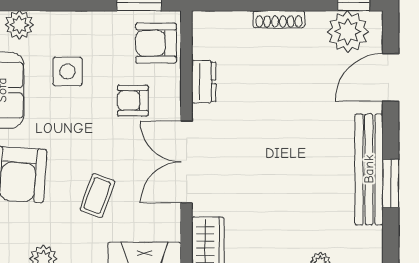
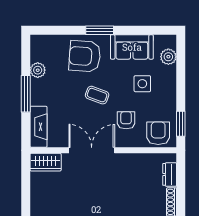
dresser: (204, 82) -> (170, 174), moved, turned 90
coffee table: (97, 196) -> (97, 95), moved

